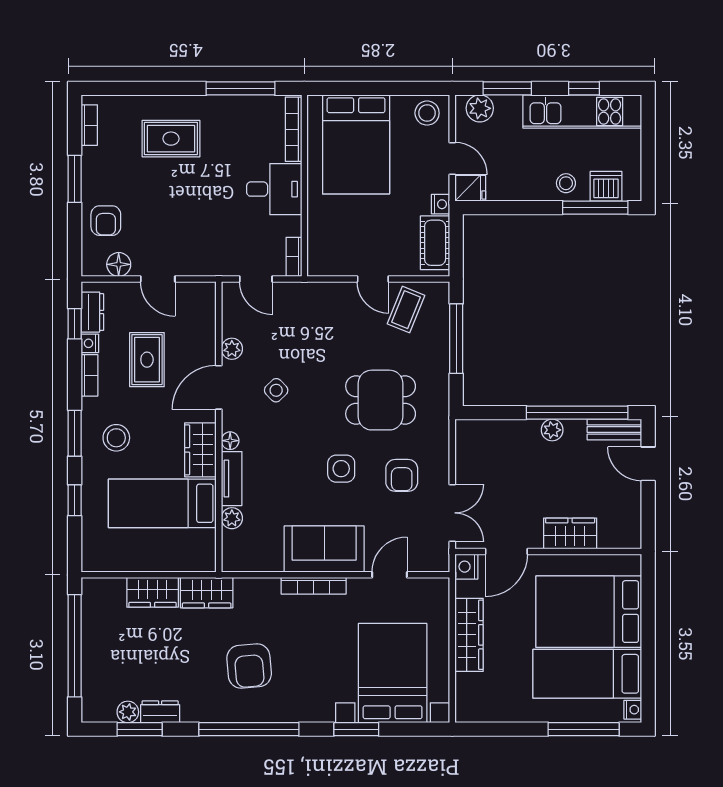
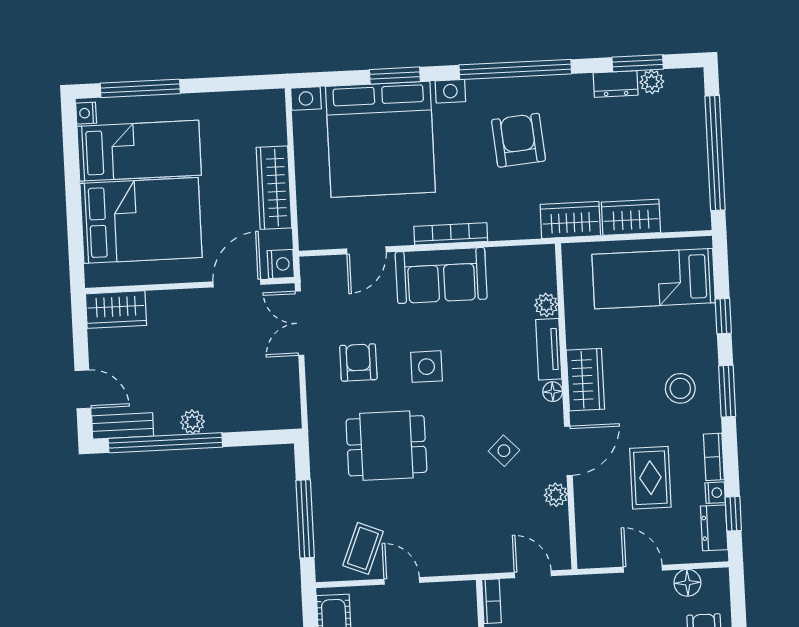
bed: (162, 503) -> (654, 279), moved, turned 180
wardrobe: (570, 533) -> (116, 310), moved
bed with nightstands: (393, 673) -> (380, 139), width x1.36

